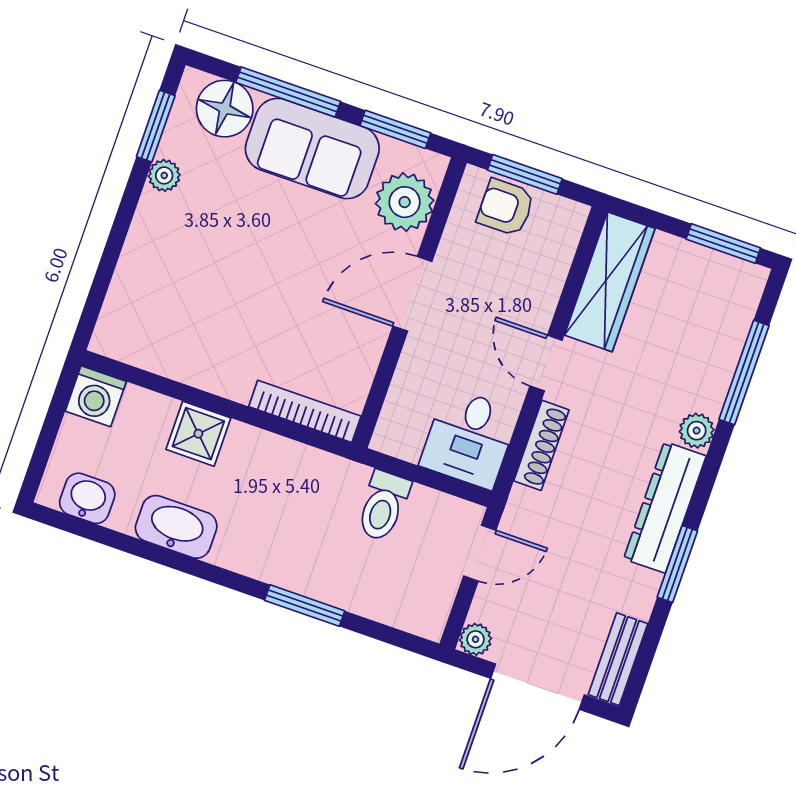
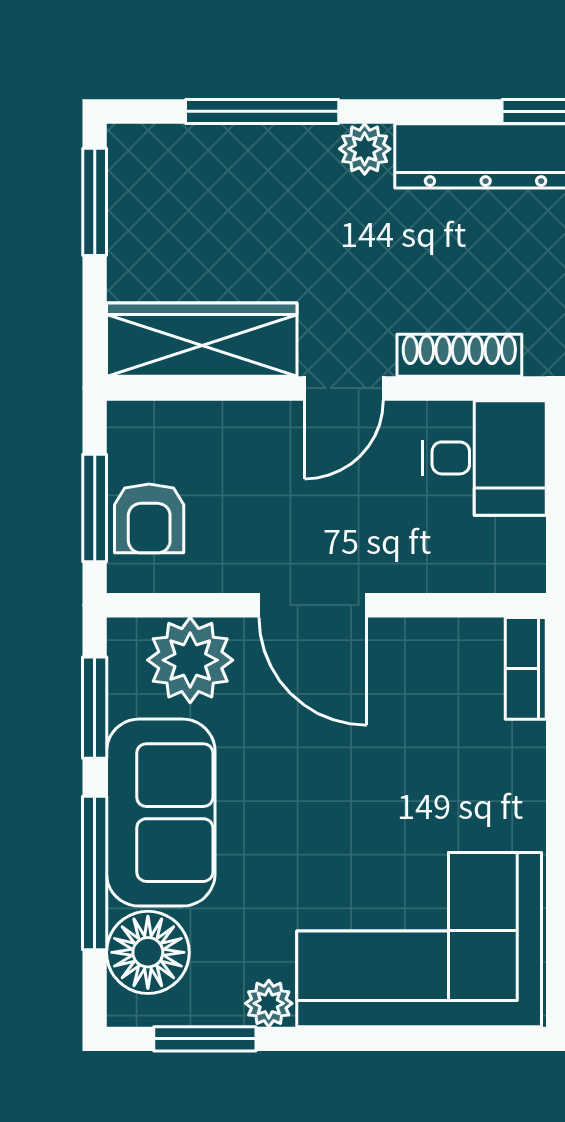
corner sofa: (172, 287) -> (419, 940), added
bookcase: (305, 411) -> (526, 668), width x0.64

